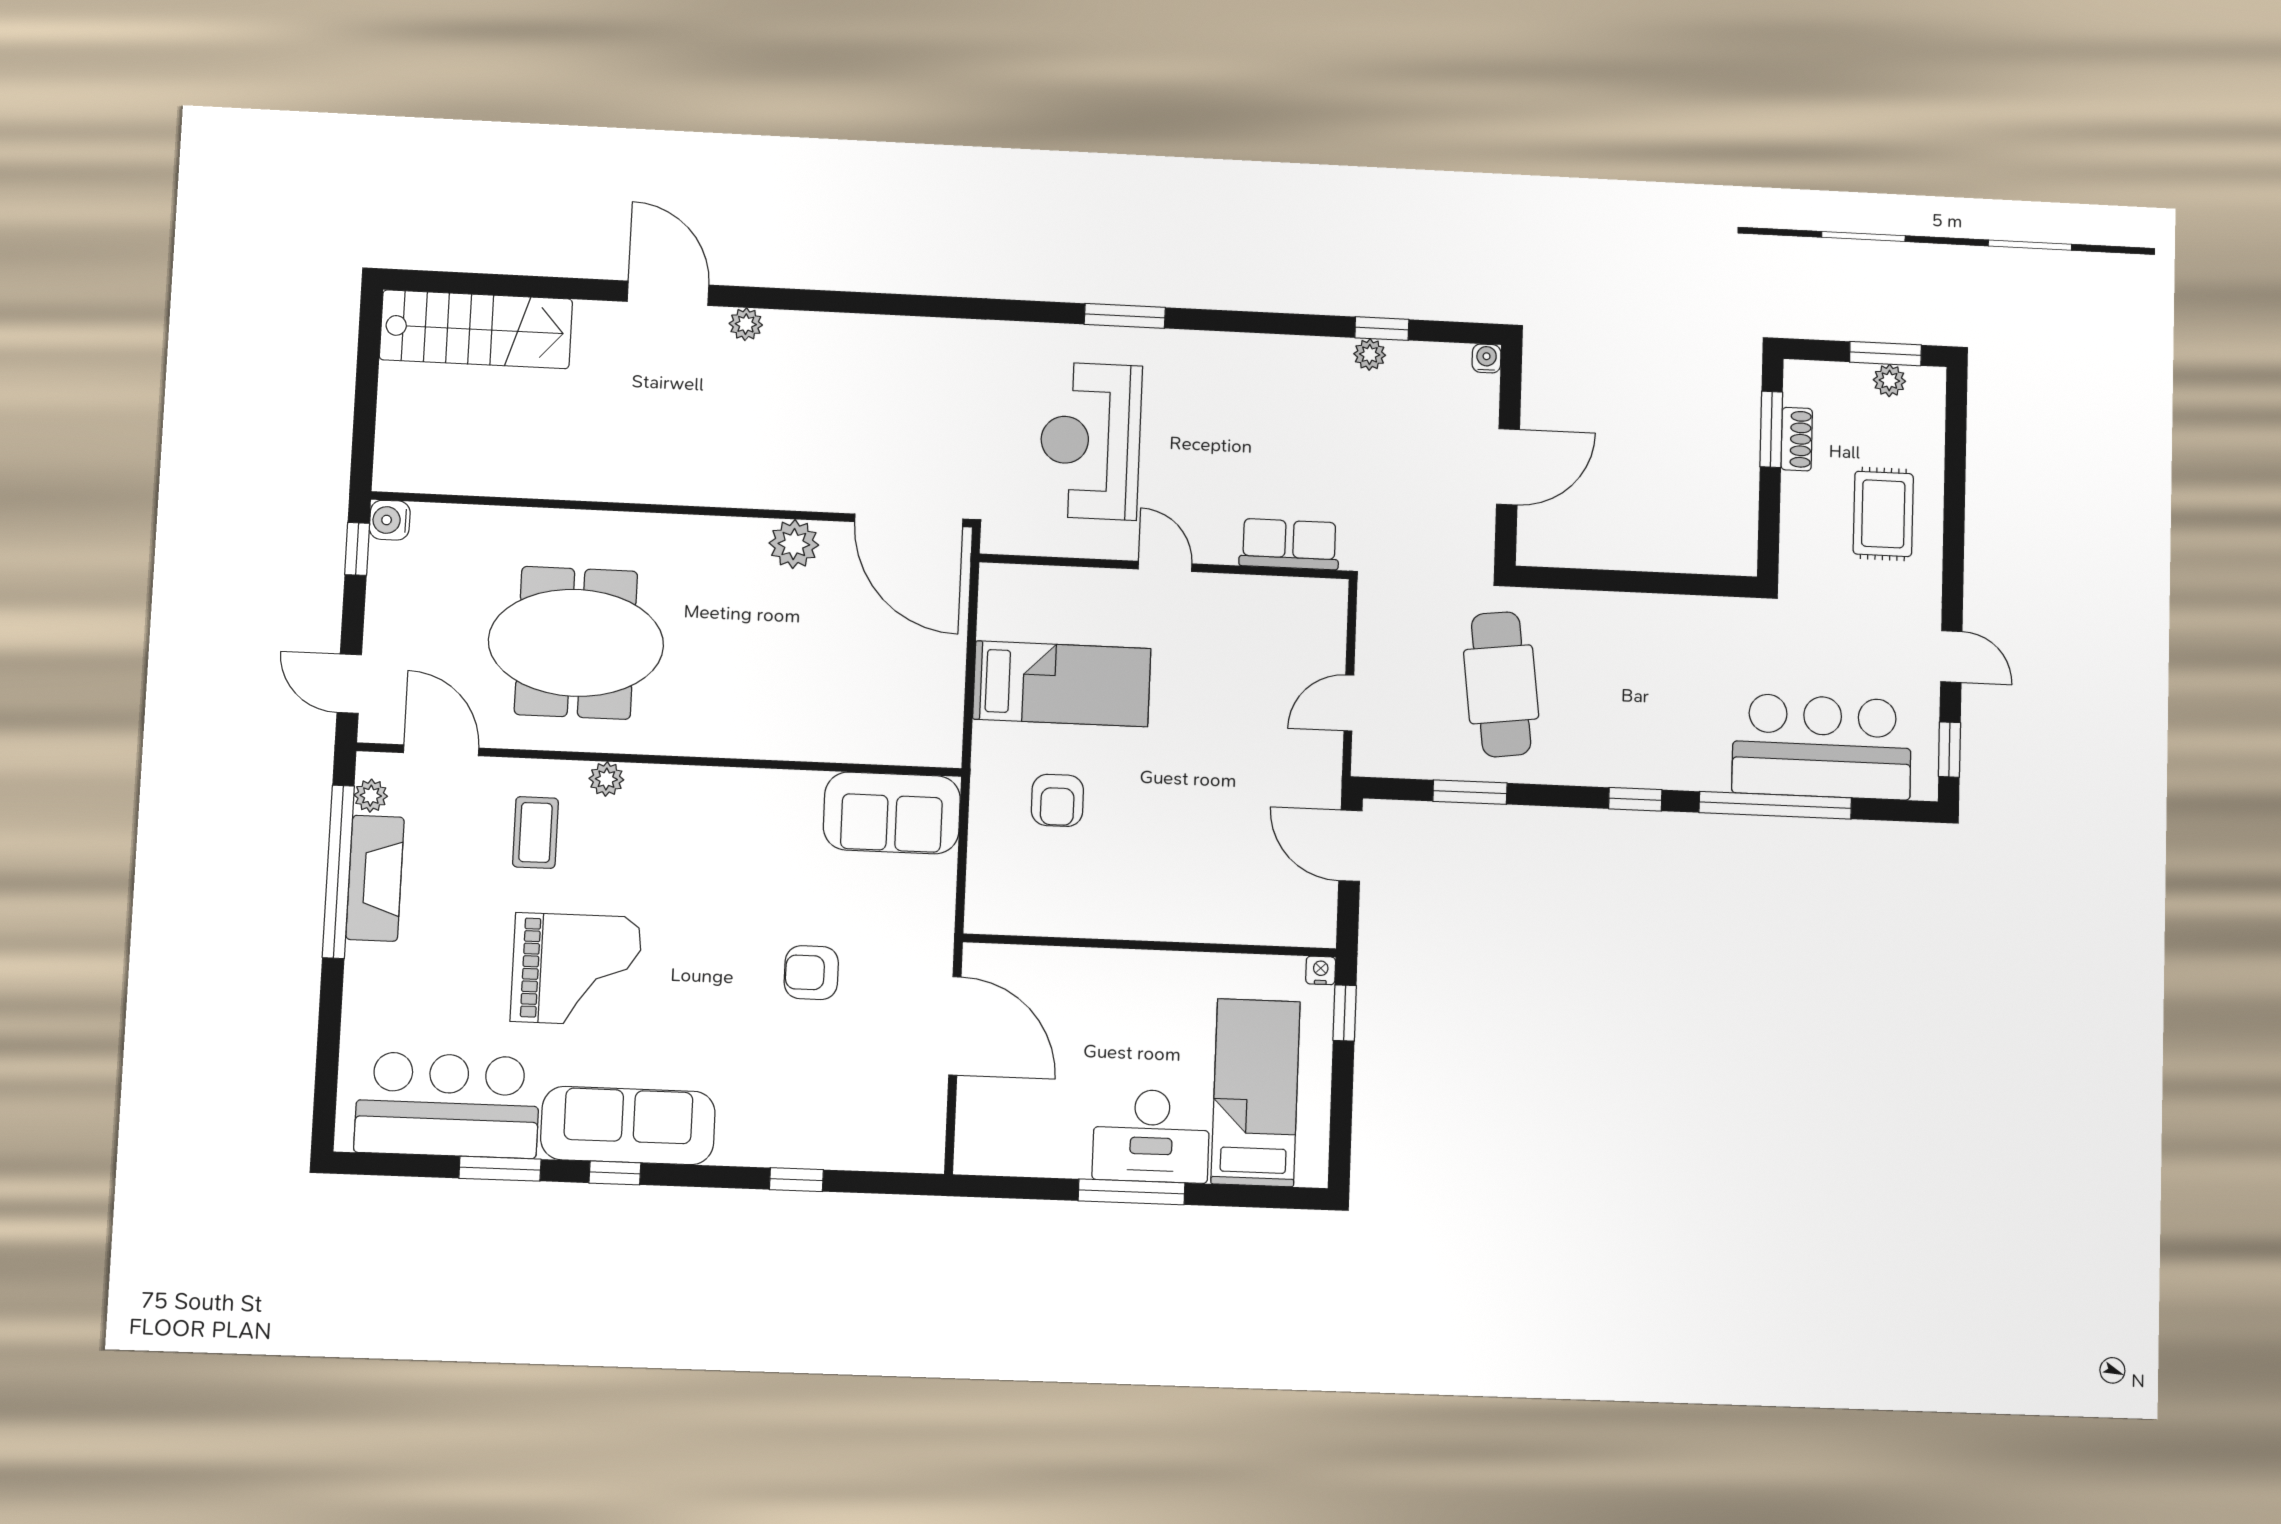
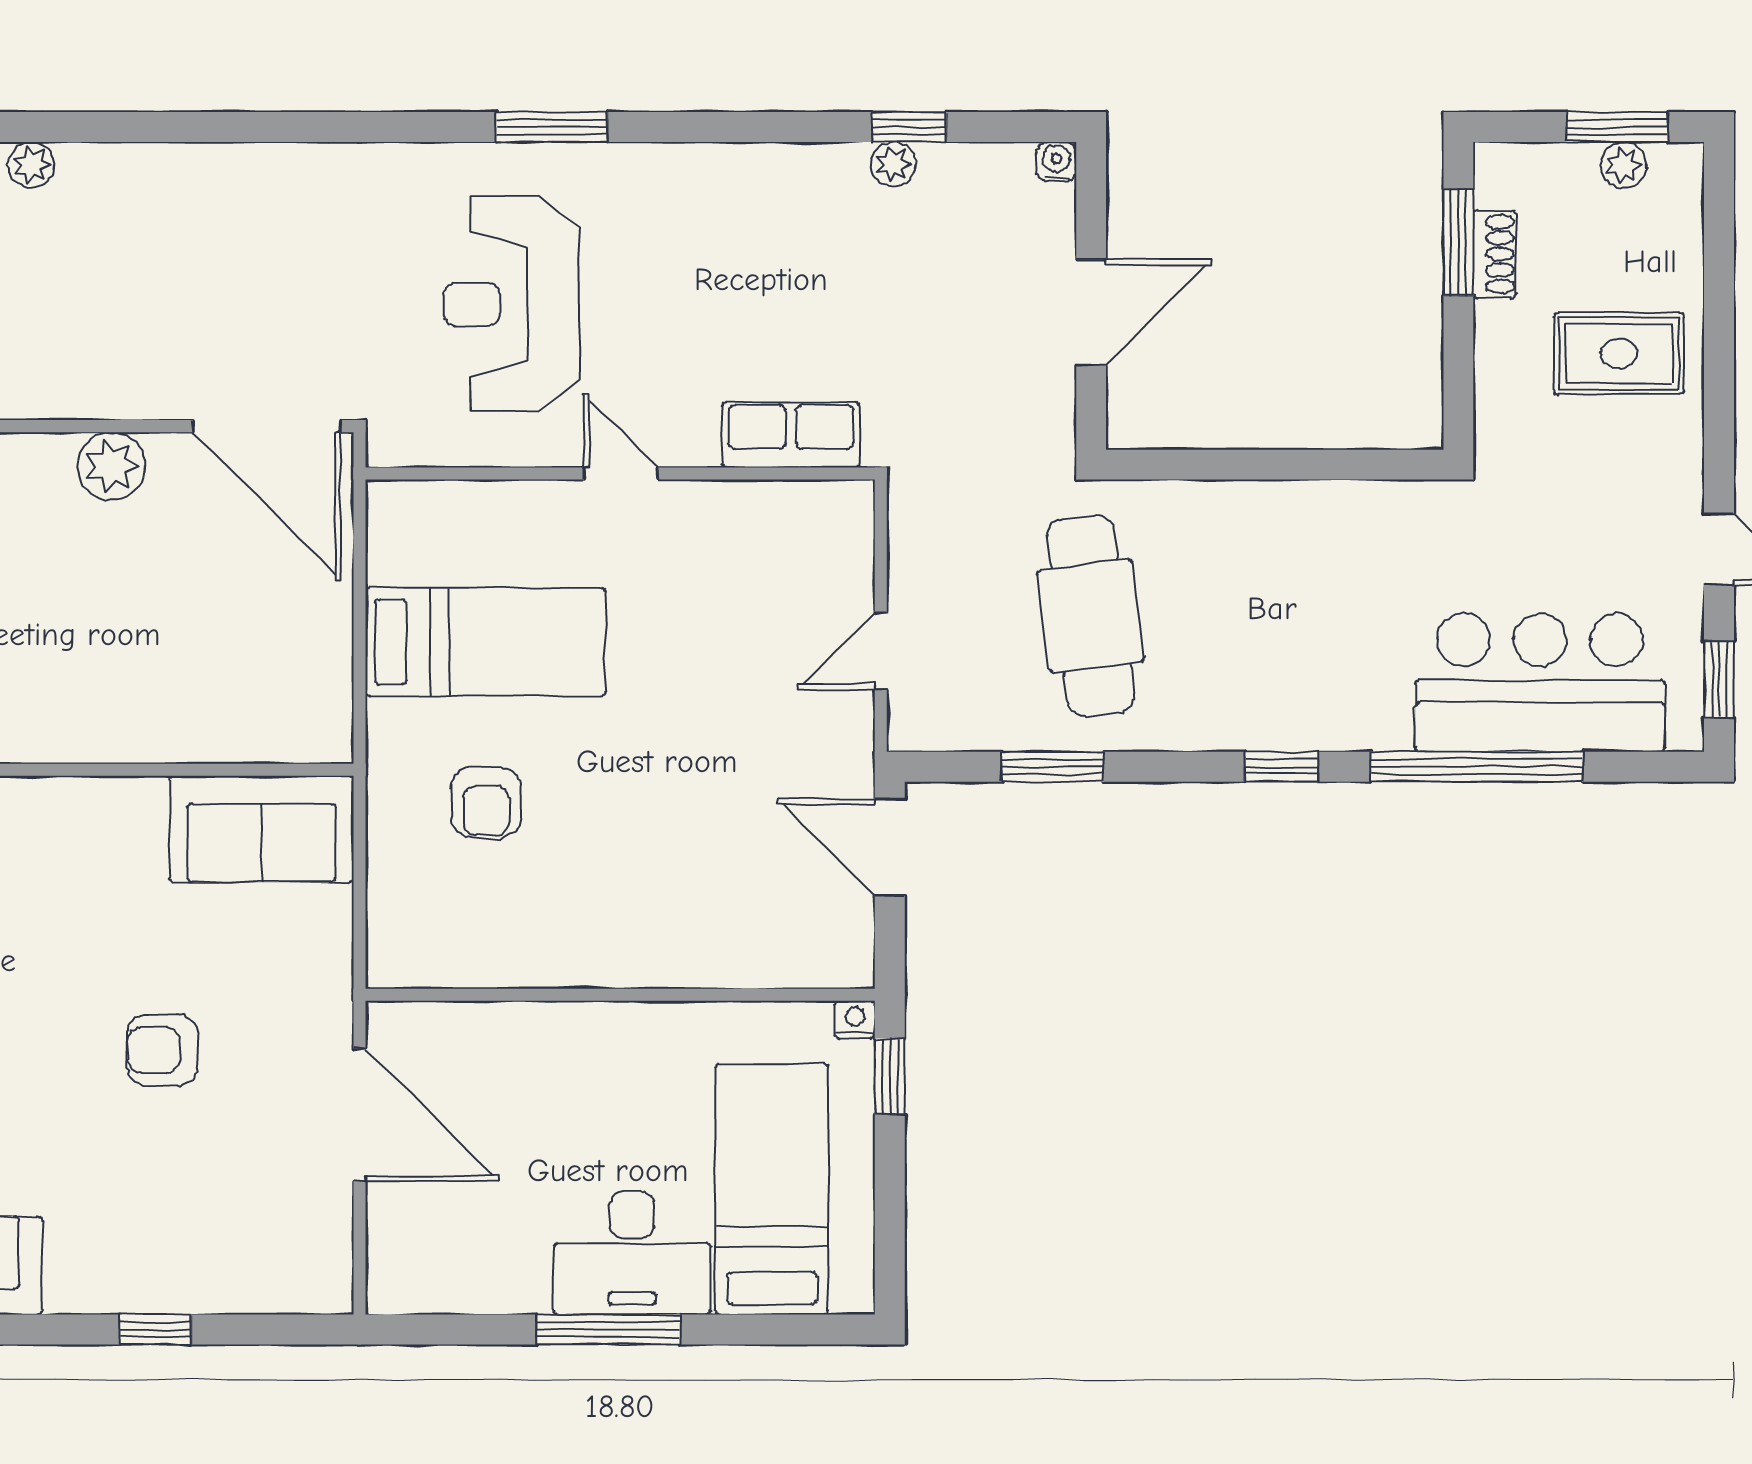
rug: (1883, 514) -> (1619, 353), turned 90

